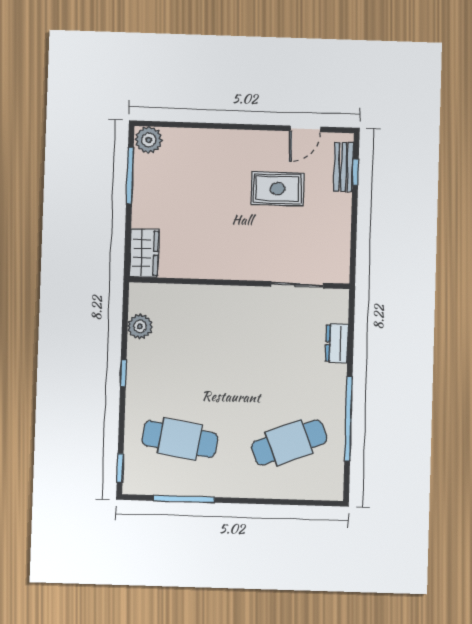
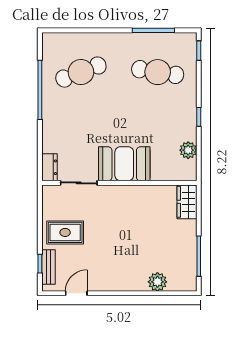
plant: (149, 140) -> (157, 282), moved
rug: (277, 189) -> (65, 232), moved
booth: (232, 310) -> (124, 164), added
dresser: (337, 343) -> (49, 167), moved

